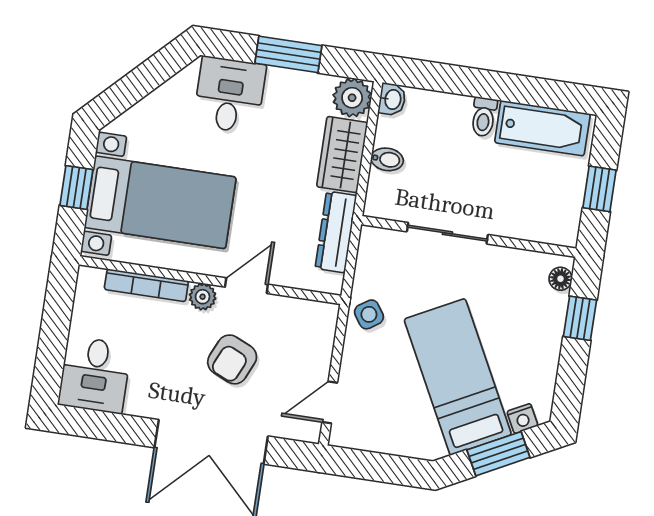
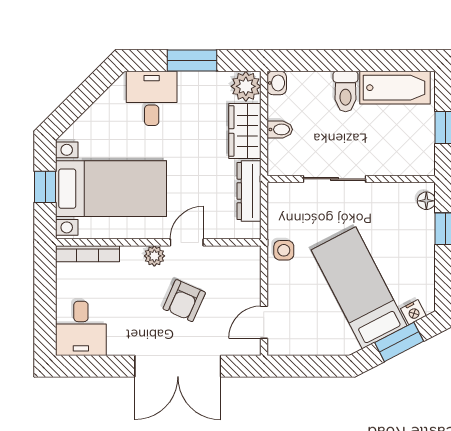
toilet: (484, 117) -> (346, 91), width x1.37, depth x1.39
bookcase: (146, 285) -> (88, 254), moved
side table: (369, 314) -> (284, 250), turned 34

